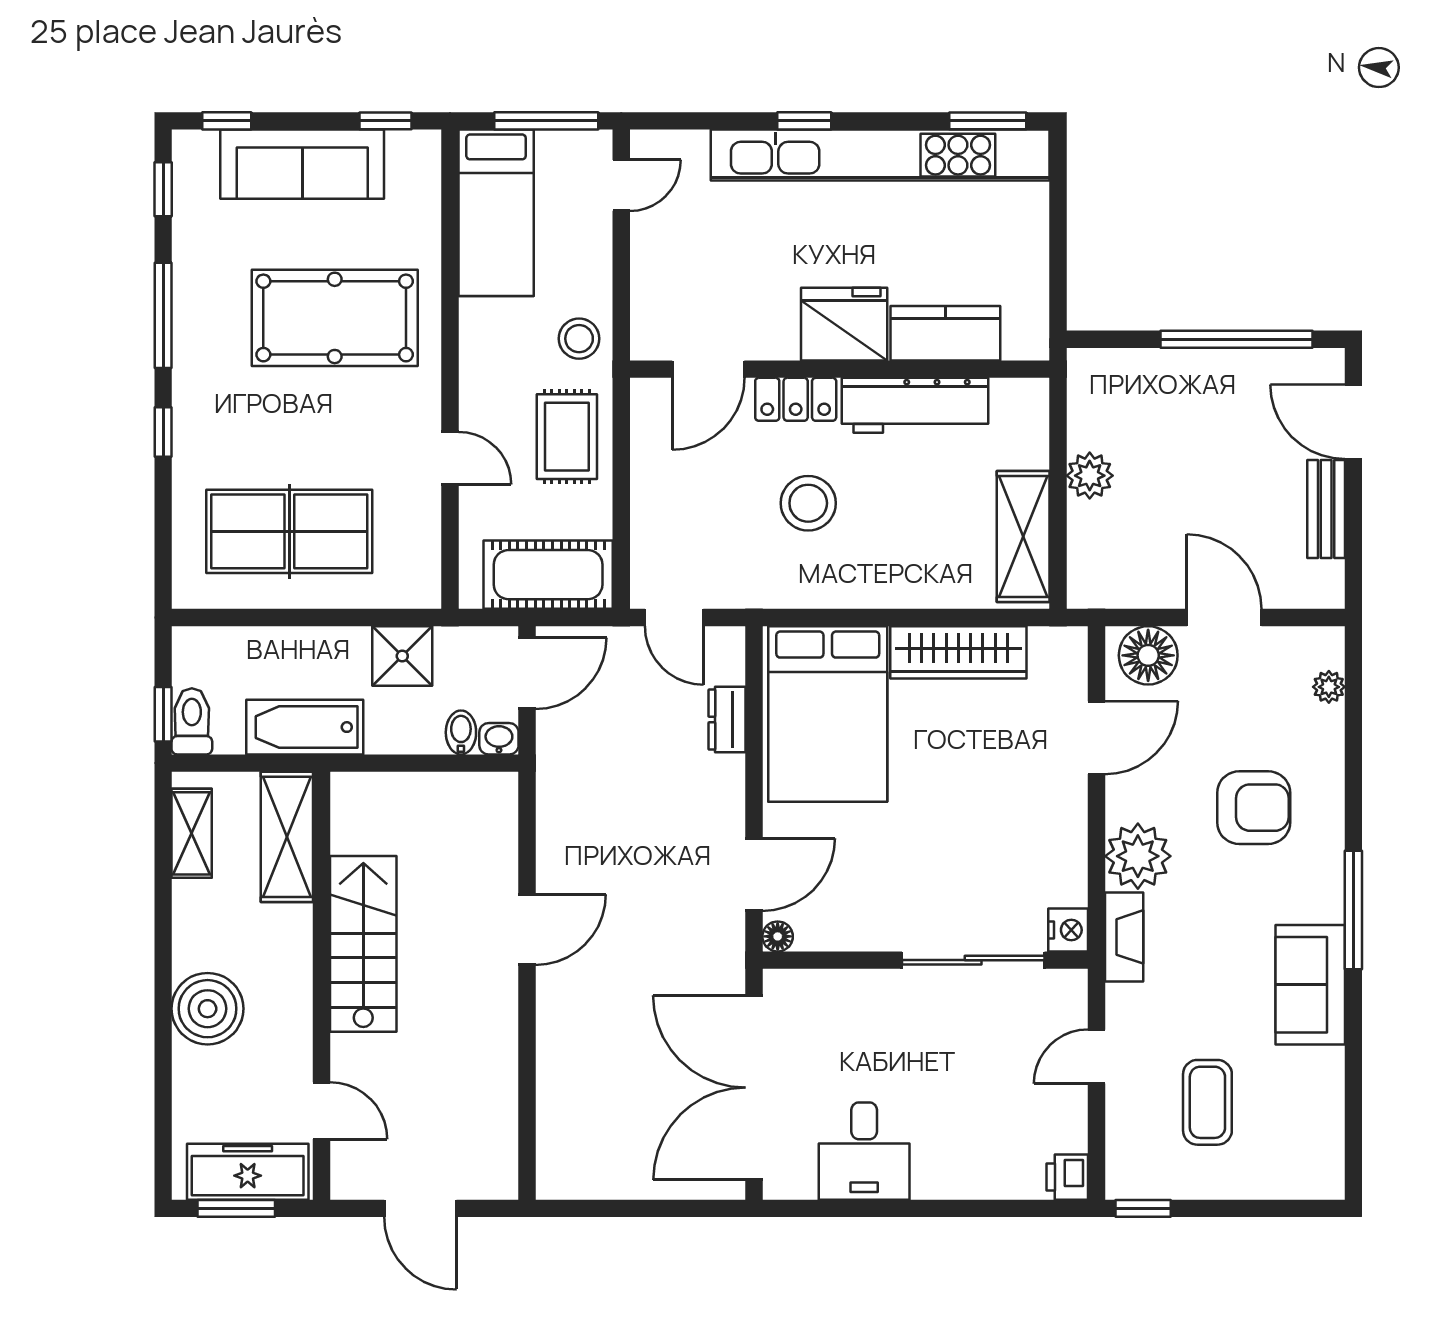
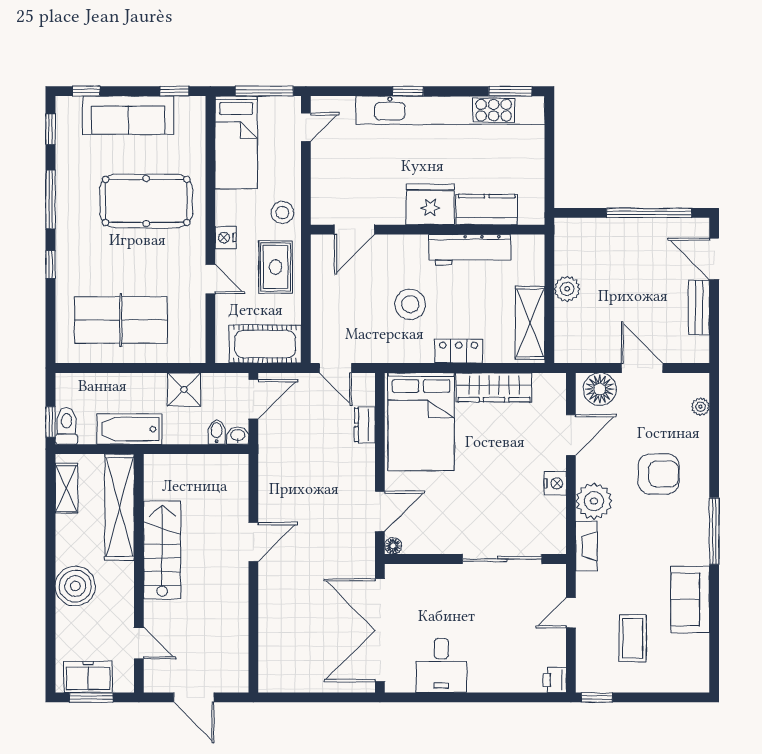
nightstand: (477, 384) -> (226, 238), added
locker: (796, 399) -> (459, 351), moved, turned 180
shelving: (287, 837) -> (120, 507), width x1.47
nightstand: (1068, 930) -> (555, 483), moved
sofa: (1310, 985) -> (690, 599), moved
freezer: (248, 1172) -> (88, 677), width x0.71

